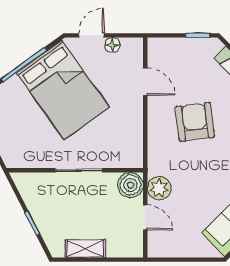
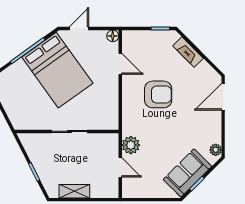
floor lamp: (112, 45) -> (113, 36), moved
armchair: (195, 122) -> (158, 94), turned 97
boiler: (130, 185) -> (109, 143), removed

